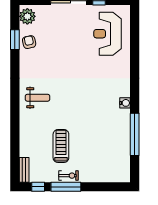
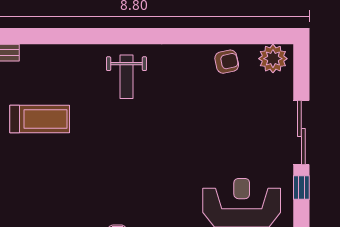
window: (15, 40) -> (231, 36), removed

